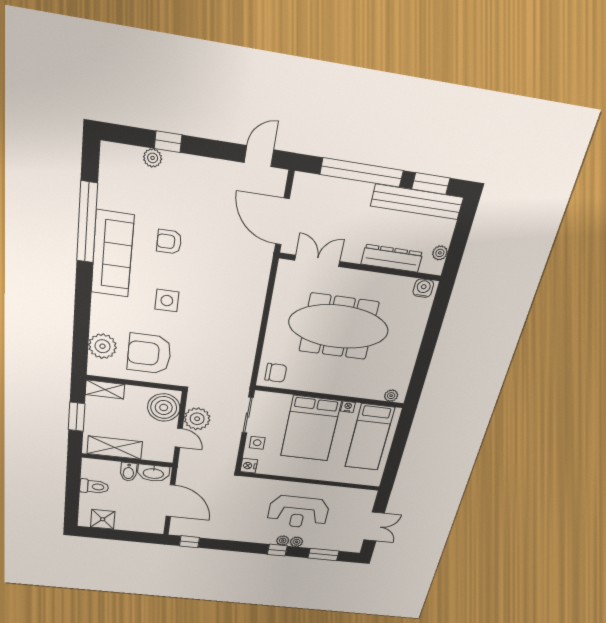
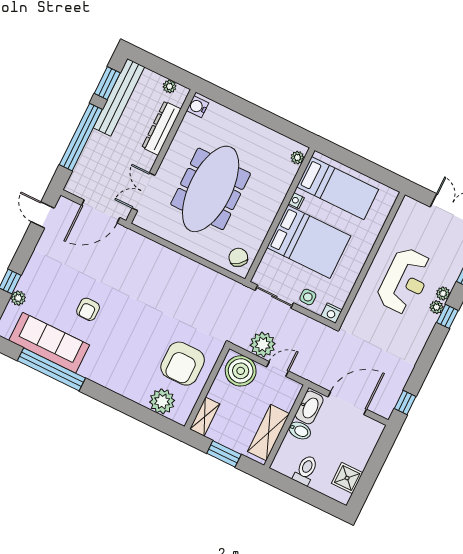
sofa: (112, 254) -> (49, 343), moved
side table: (167, 301) -> (138, 330), removed
chair: (276, 373) -> (238, 257), turned -39

